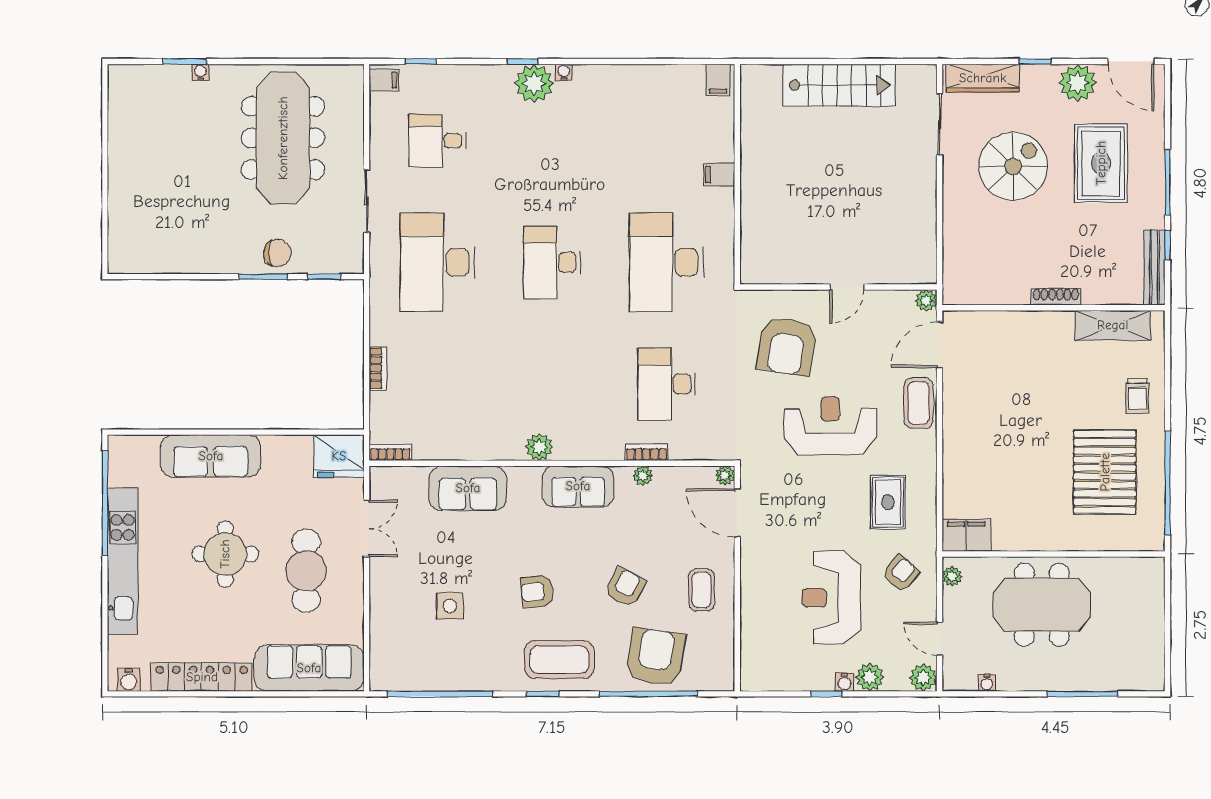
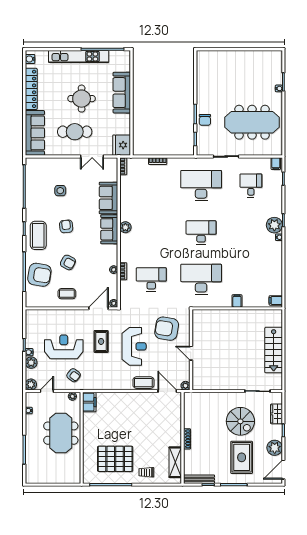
wardrobe: (983, 78) -> (276, 414), width x0.67
rug: (1101, 163) -> (242, 457), turned 90
sofa: (578, 486) -> (109, 229), moved
rug: (888, 502) -> (101, 341), moved, turned 90

